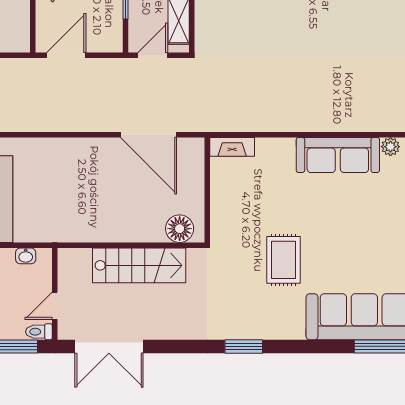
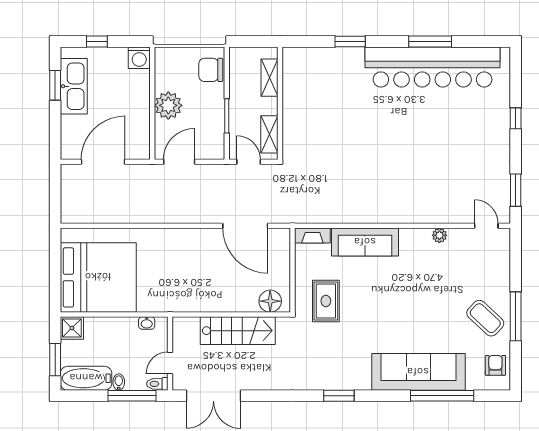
door: (153, 55) -> (249, 162), hinge flipped
sofa: (338, 155) -> (365, 242), moved
rug: (283, 260) -> (326, 301), moved
window: (244, 346) -> (339, 396), moved

